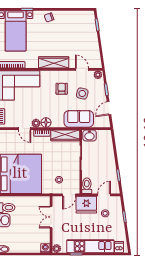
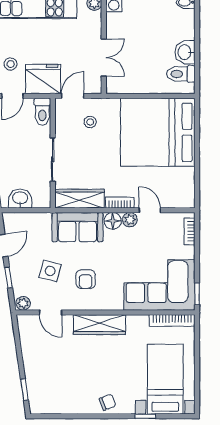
sofa: (79, 119) -> (77, 227), moved
washbasin: (89, 135) -> (20, 198), moved

